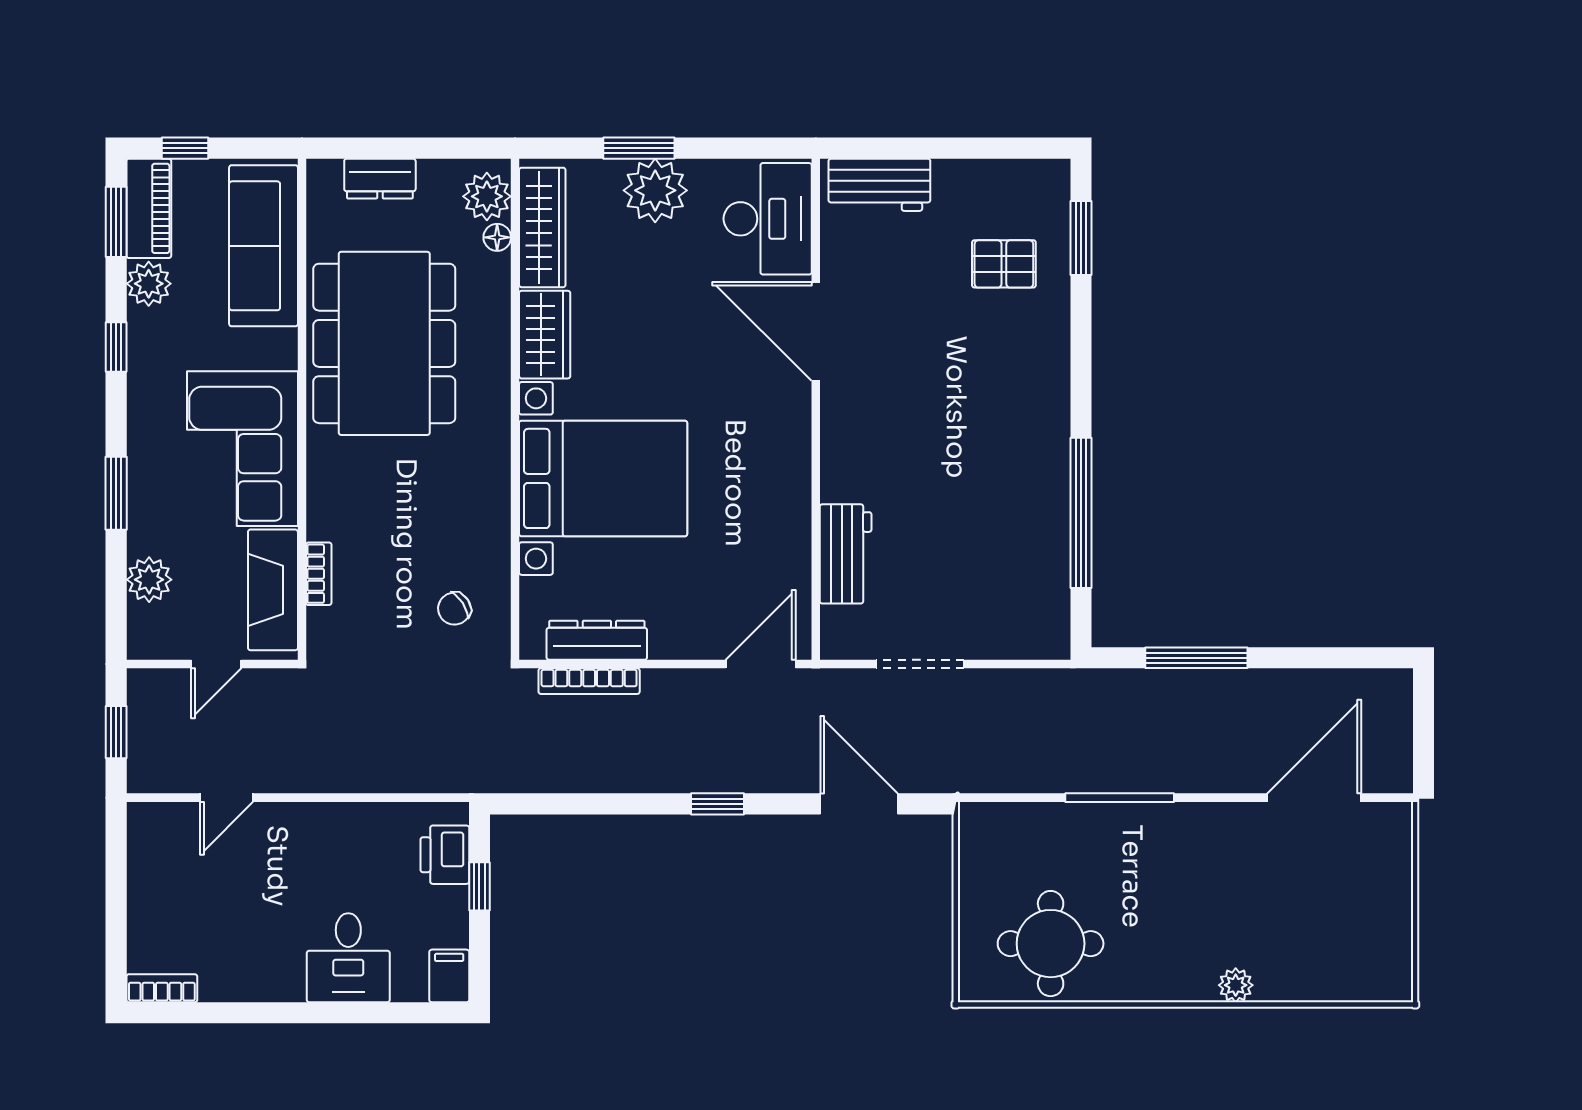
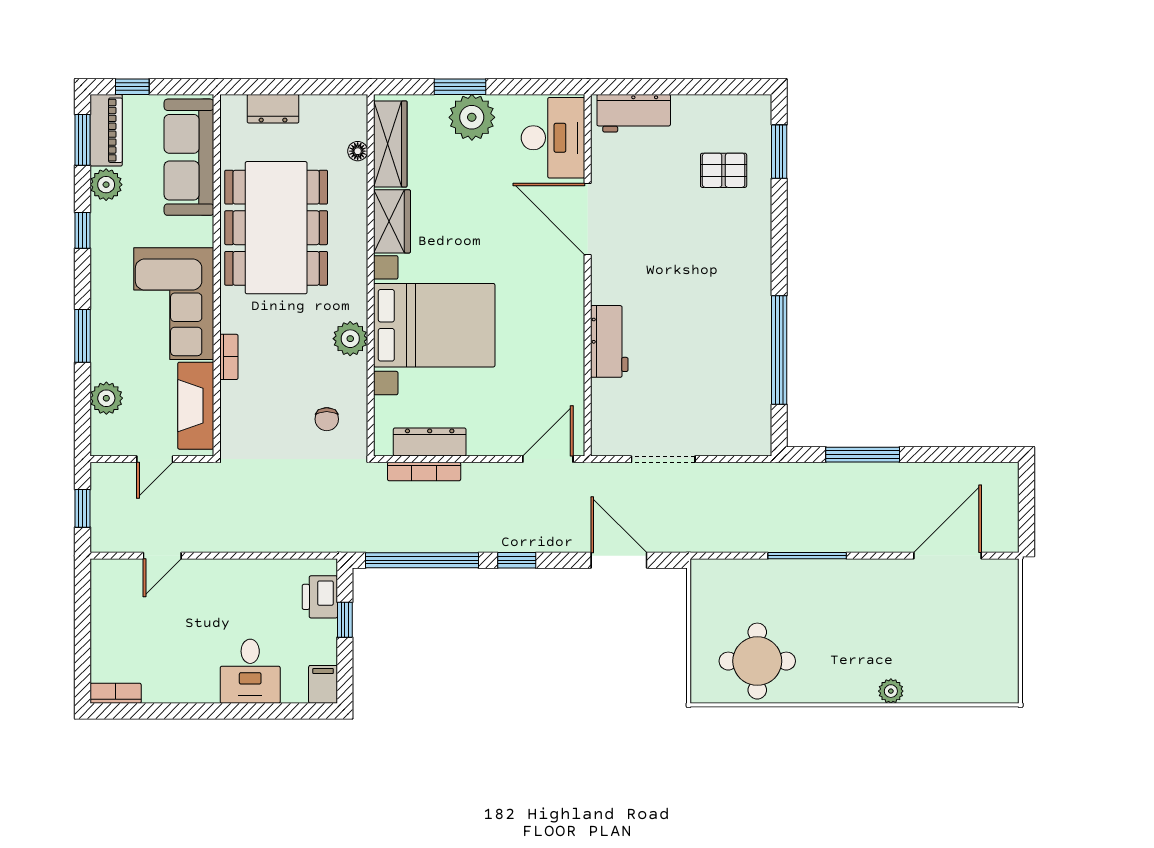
plant: (487, 196) -> (350, 339), moved
workbench: (846, 554) -> (609, 341), moved
bookcase: (319, 574) -> (229, 357), moved
chair: (454, 609) -> (327, 419), turned -57
window: (586, 804) -> (422, 560), added

